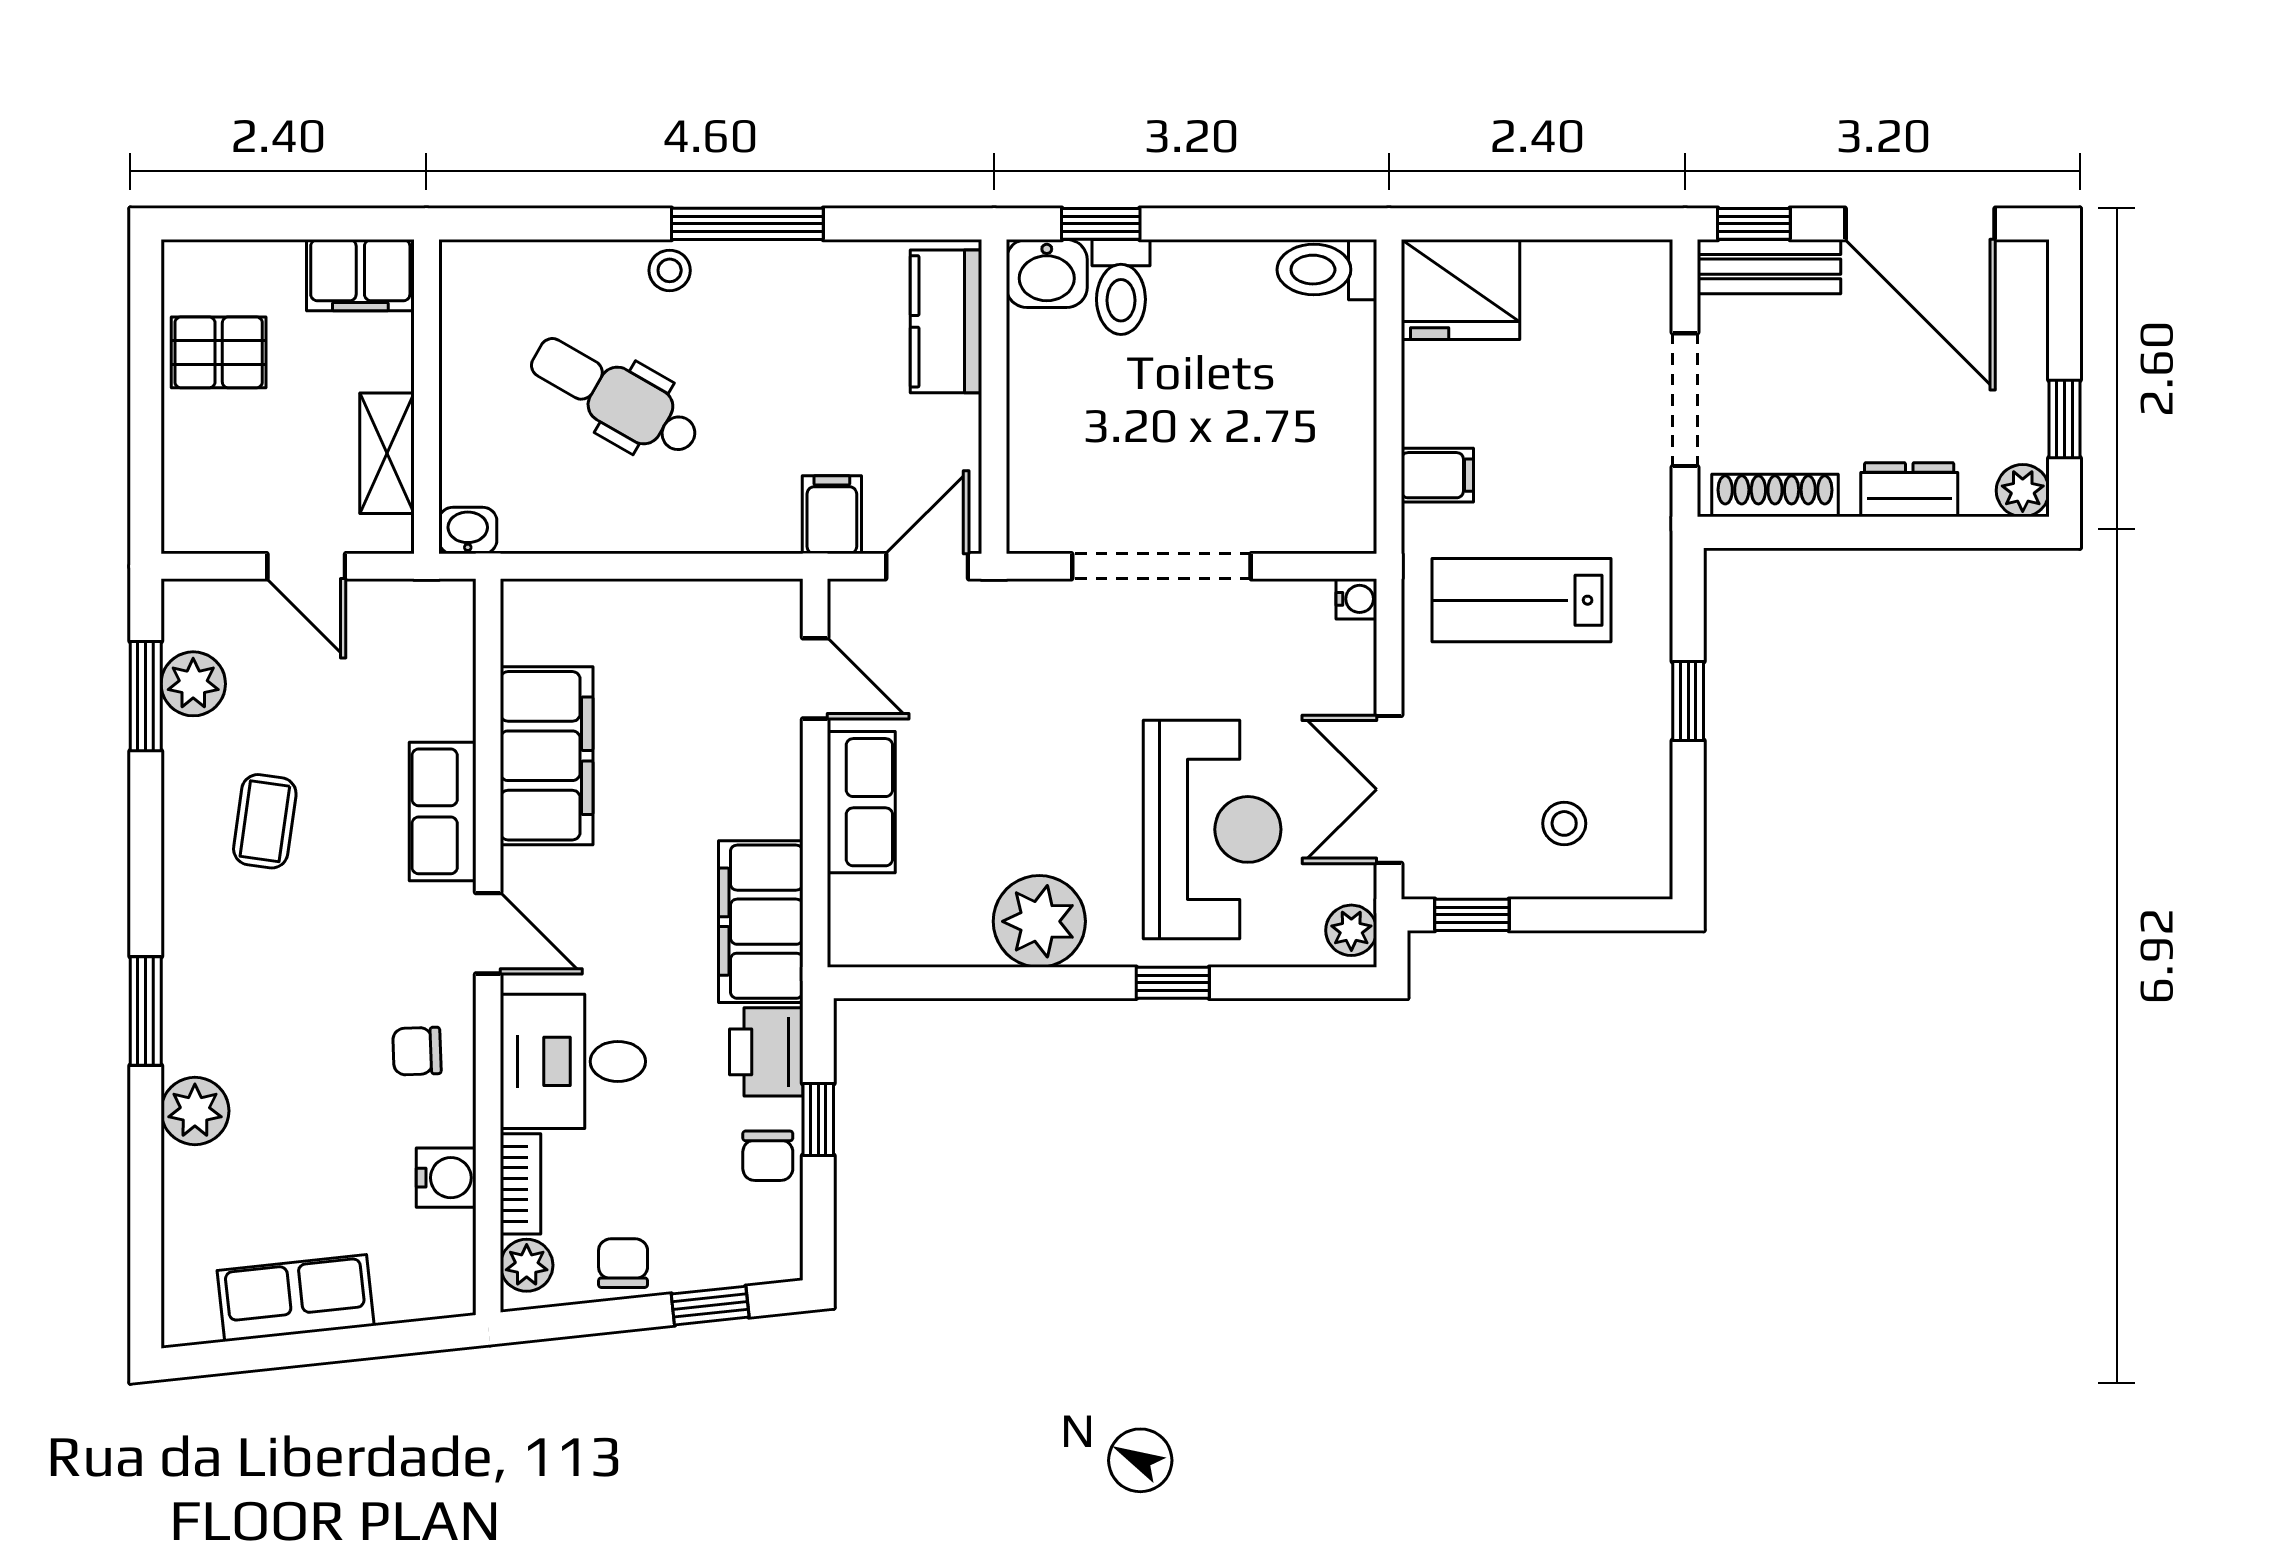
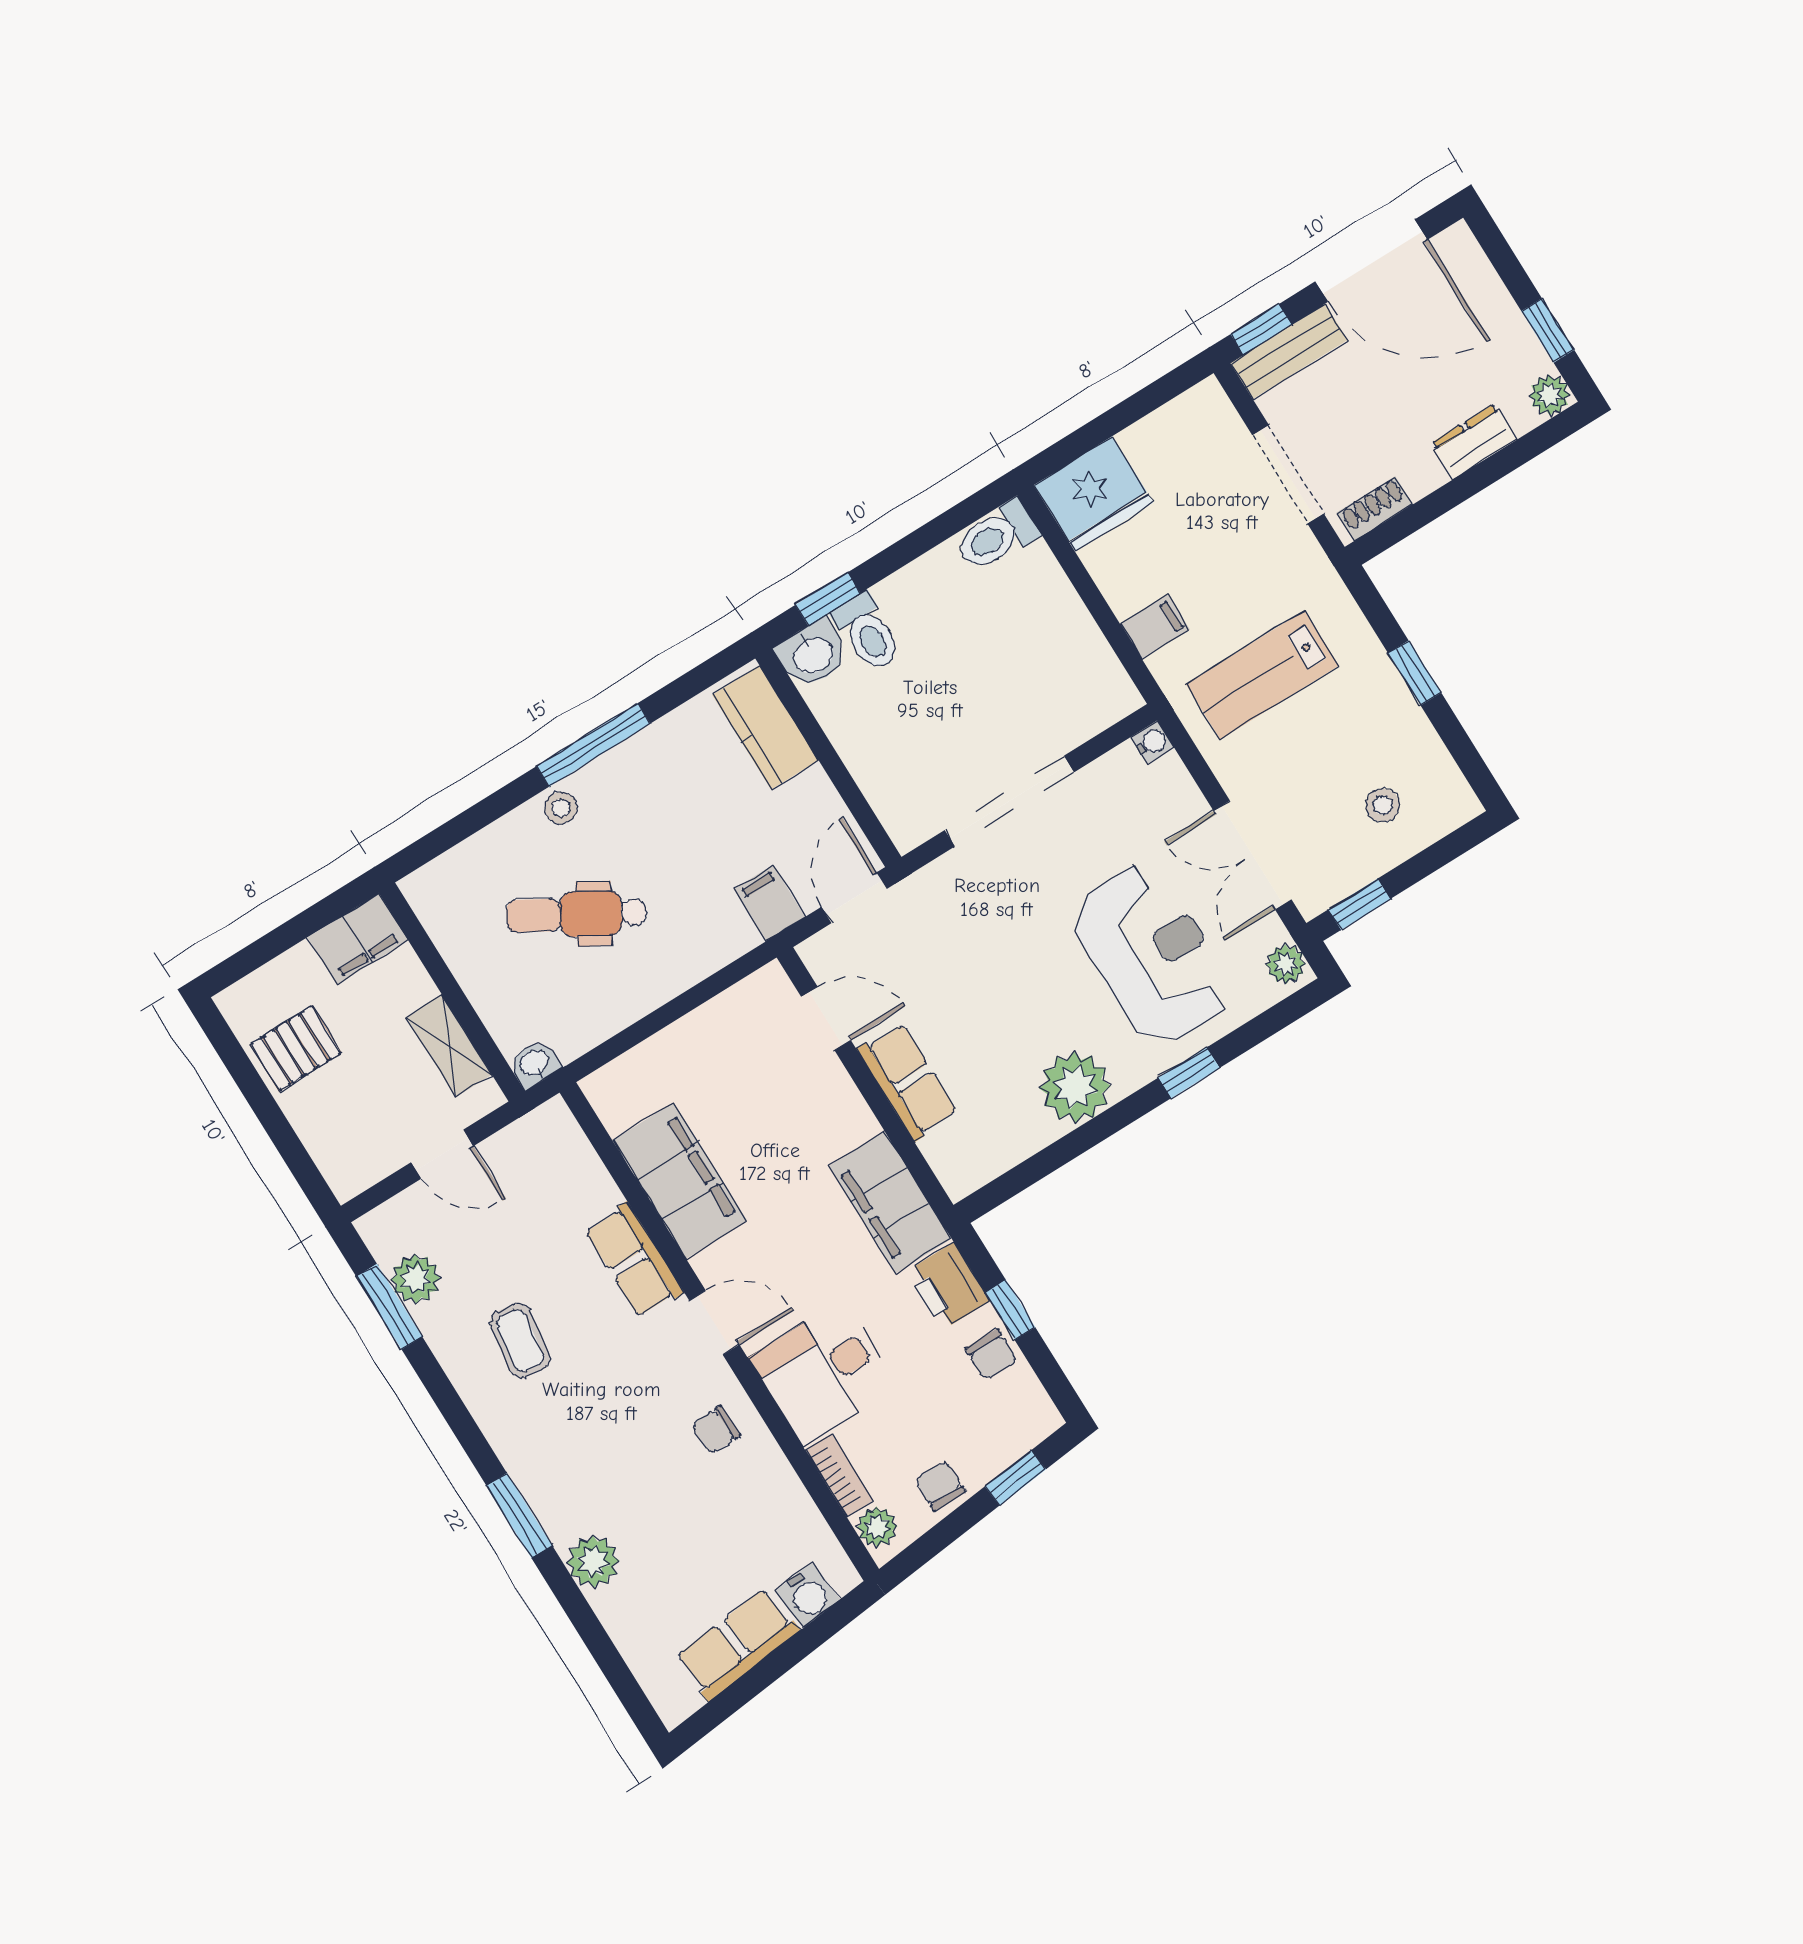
shoe rack: (1775, 495) -> (1375, 509), width x0.70
water cooler: (446, 1178) -> (808, 1595), moved, turned 84

